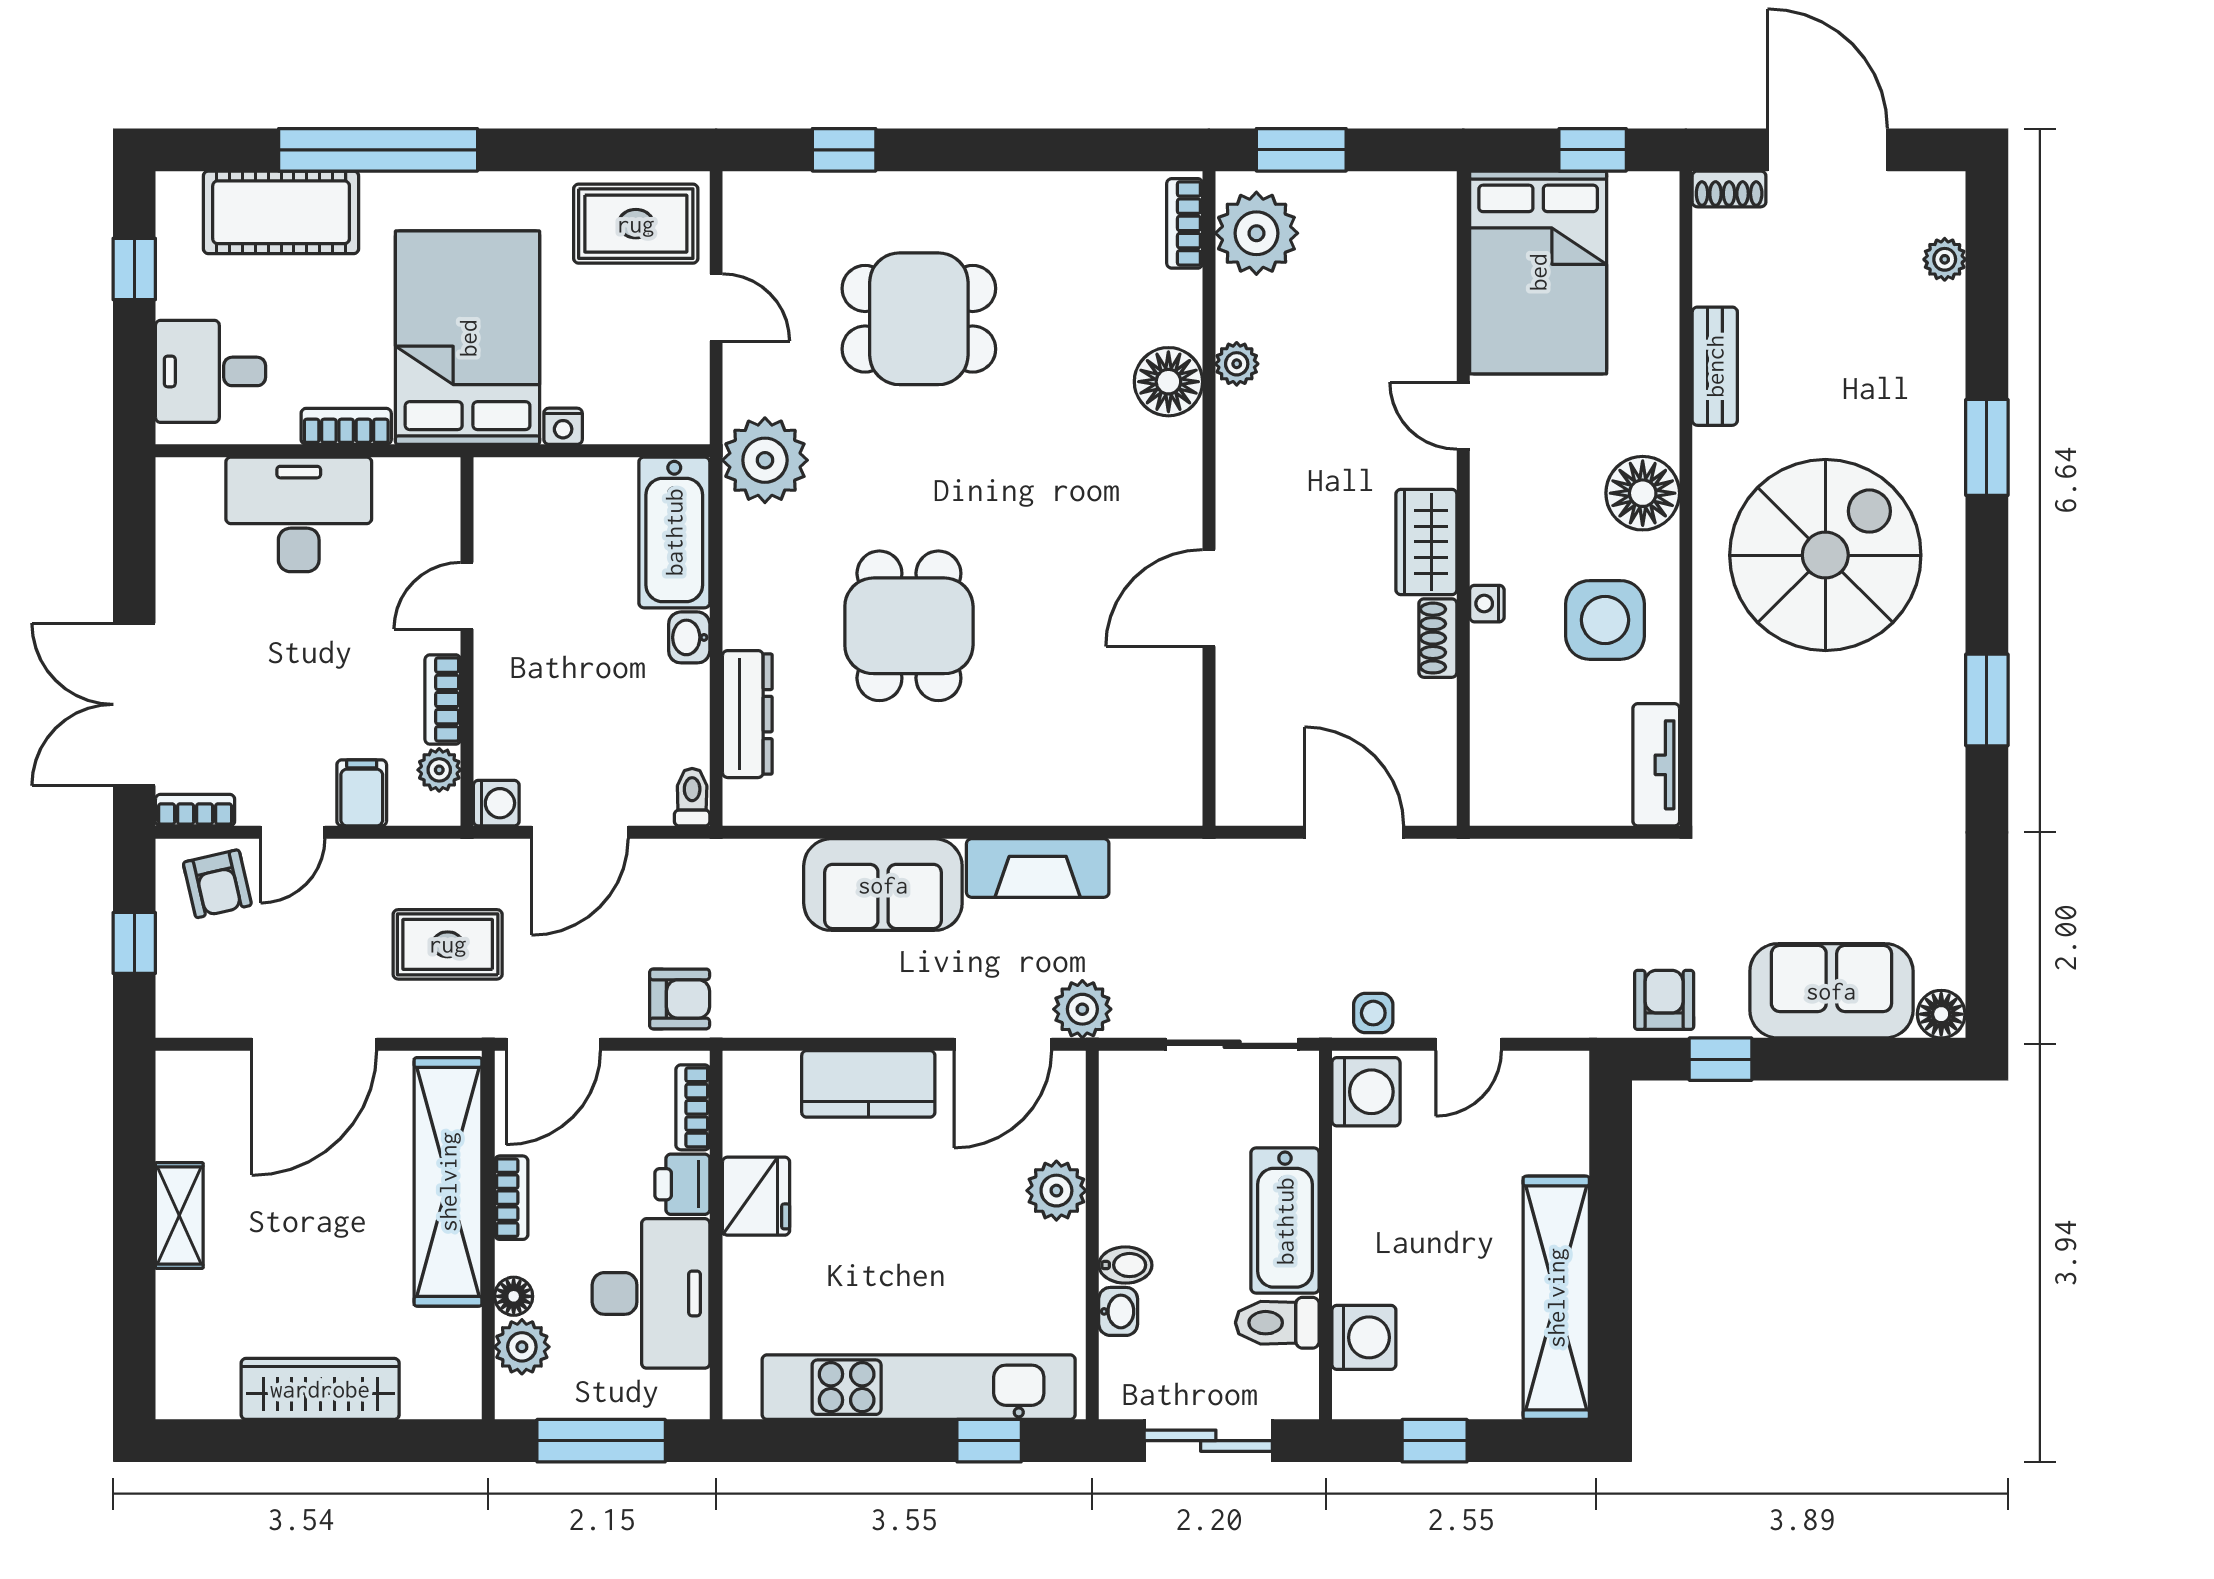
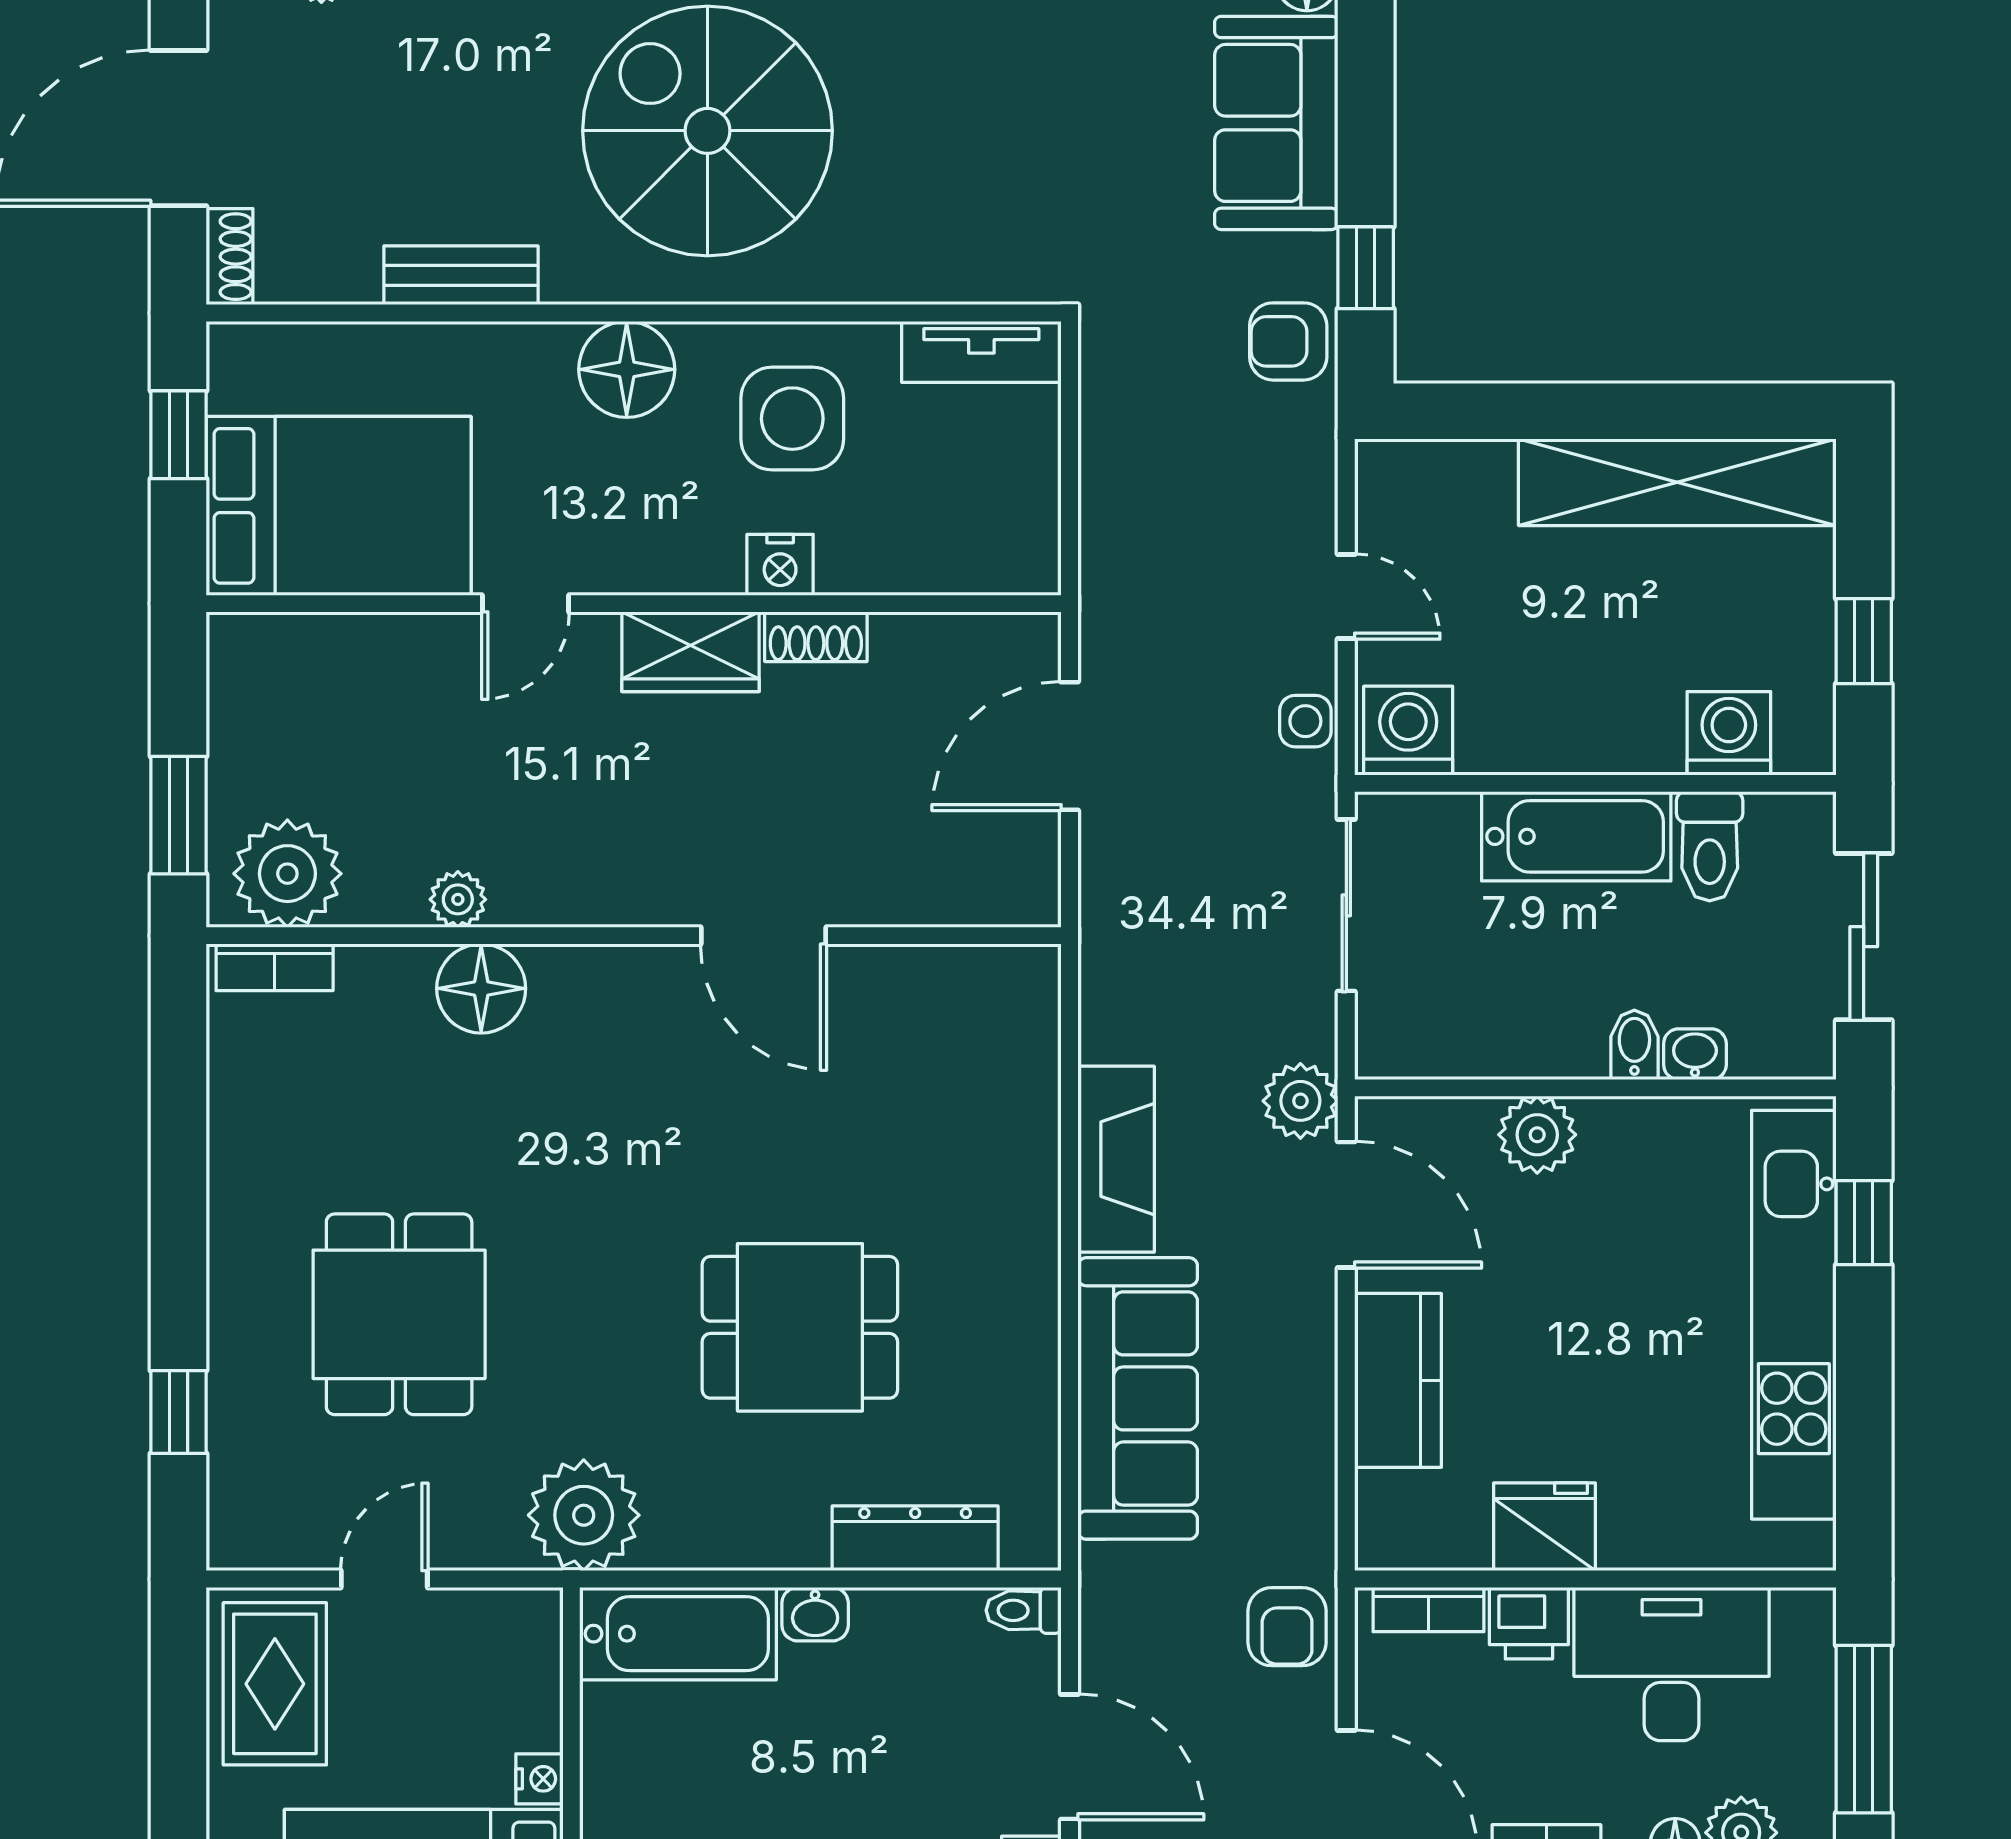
nightstand: (1487, 604) -> (780, 565), width x1.39, depth x1.35
sofa: (883, 885) -> (1138, 1398), width x1.36
armchair: (680, 999) -> (1287, 1627), turned 180

